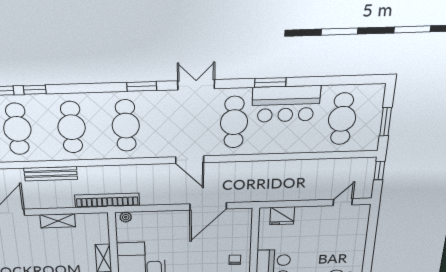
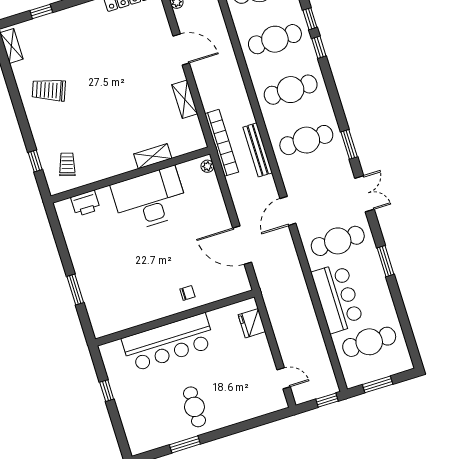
bar counter: (286, 104) -> (337, 298), moved, turned 180
bench: (51, 174) -> (258, 150), moved

